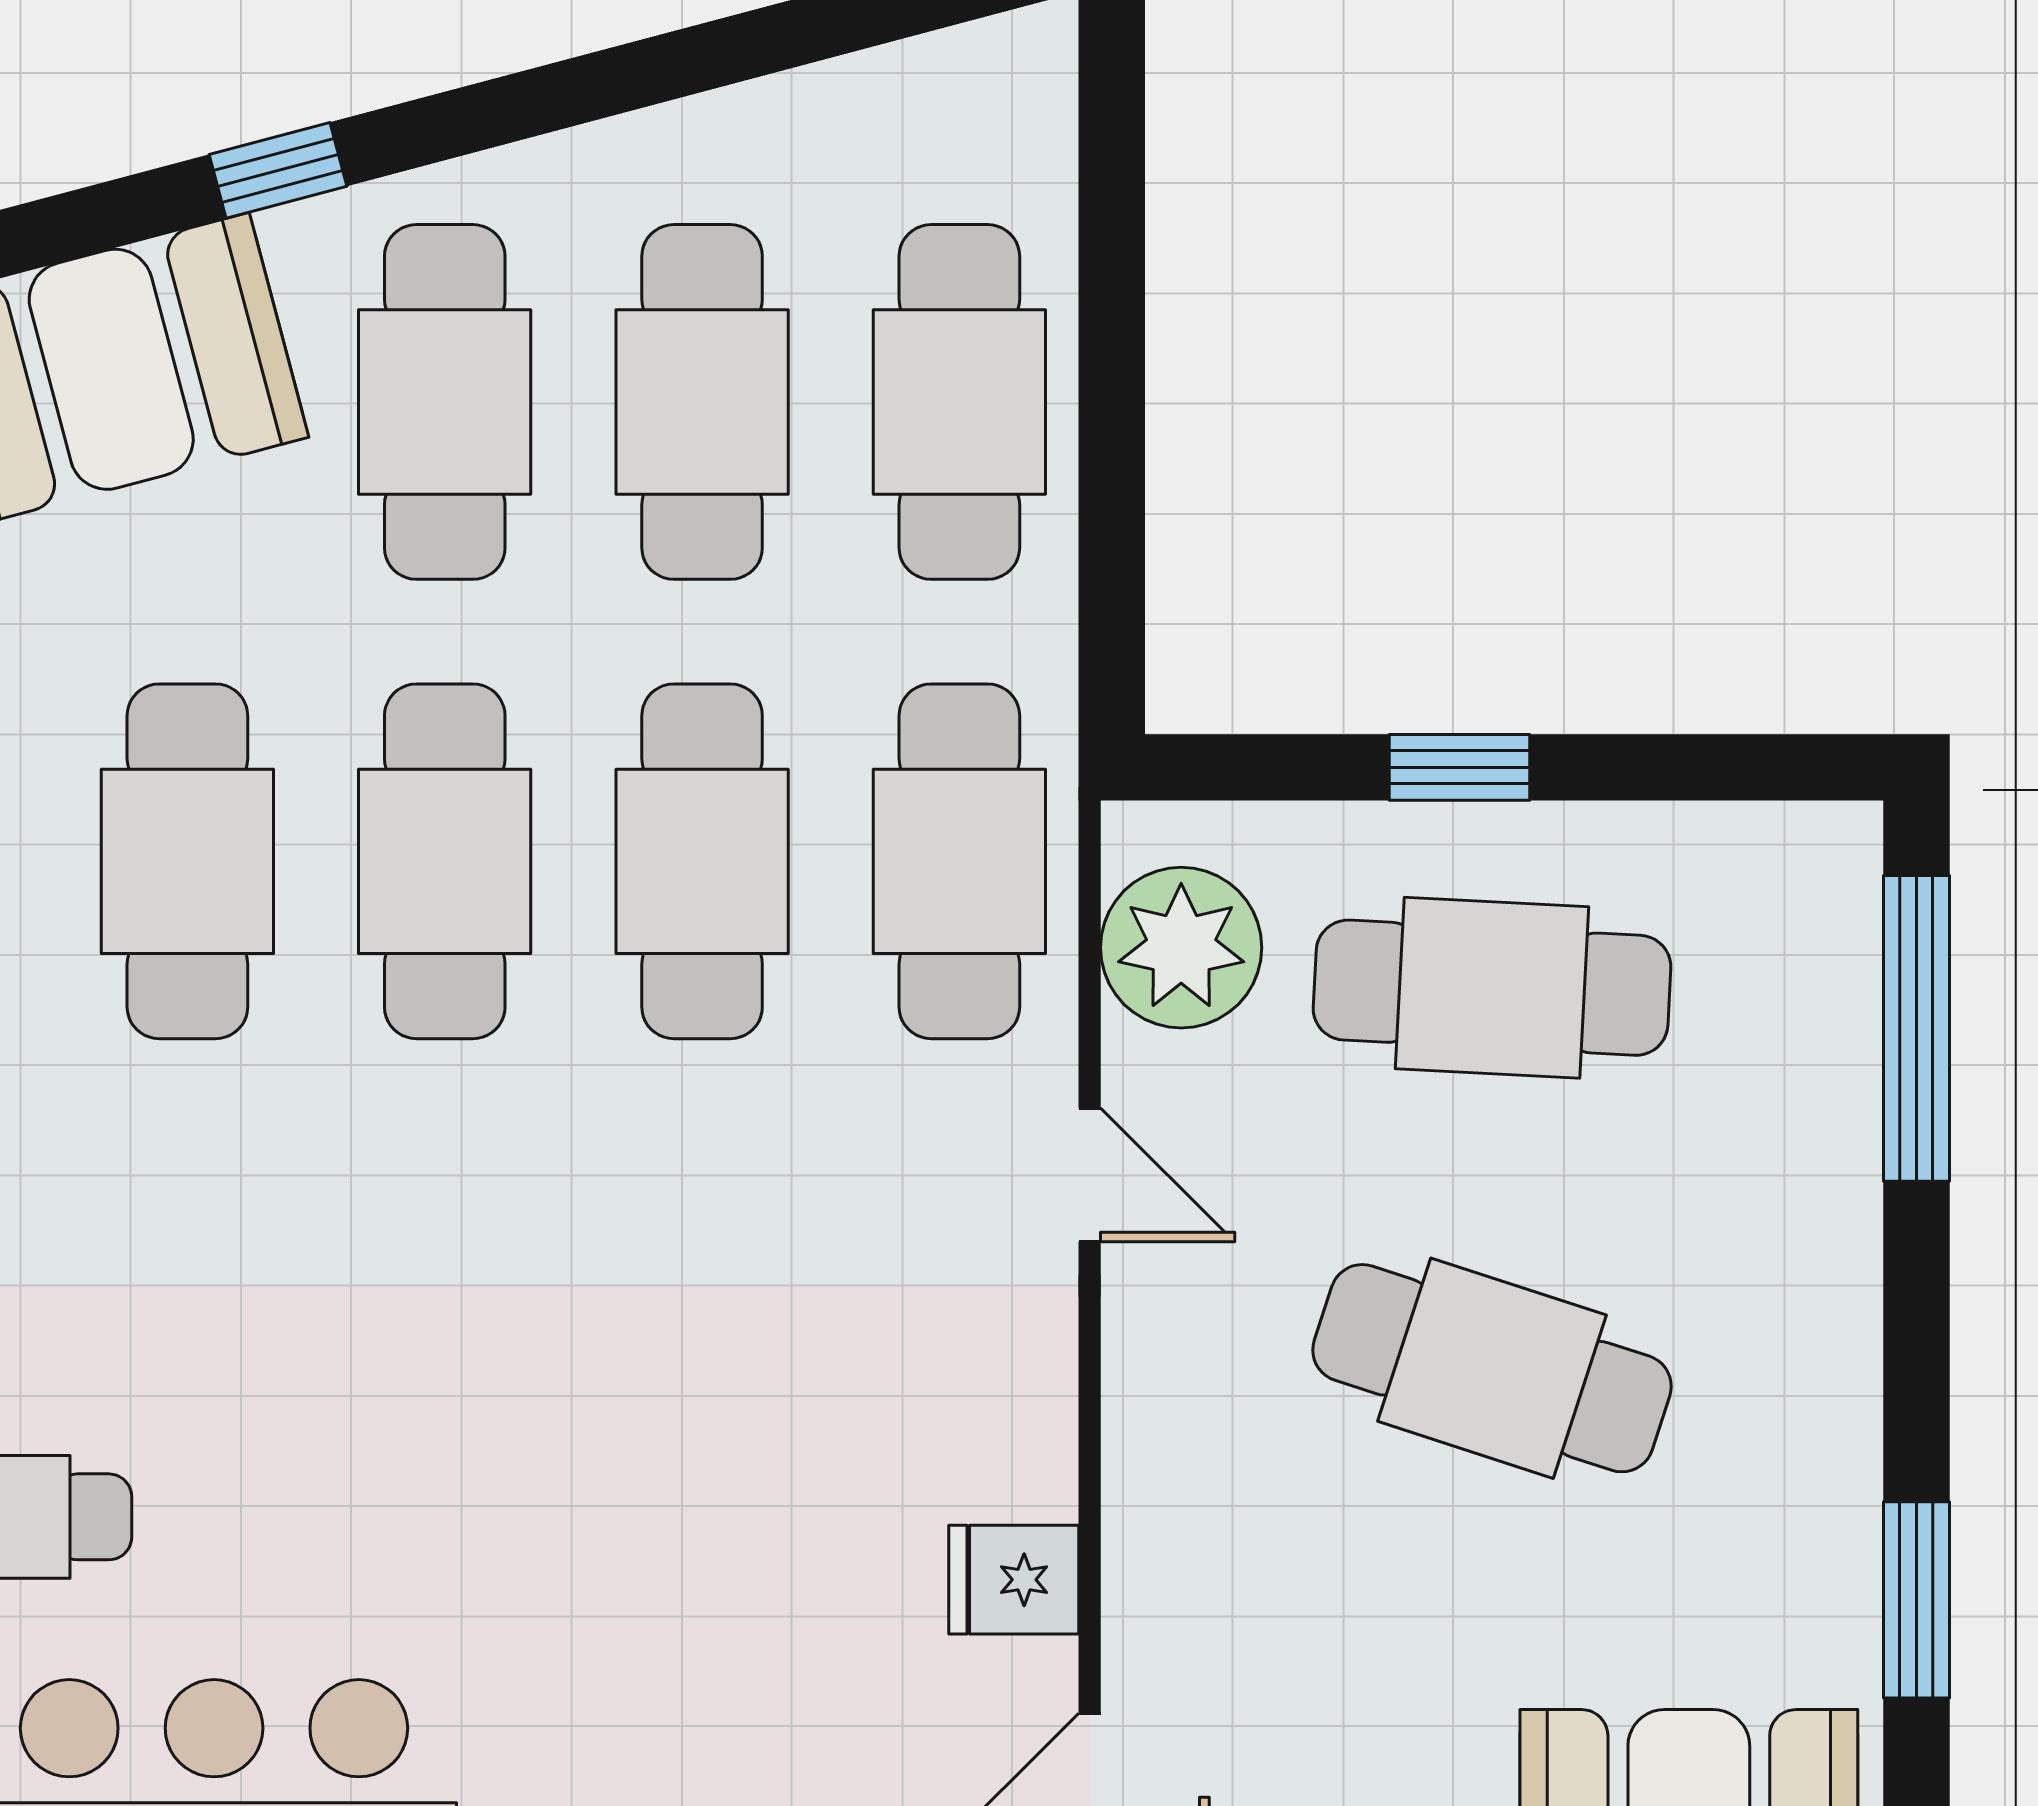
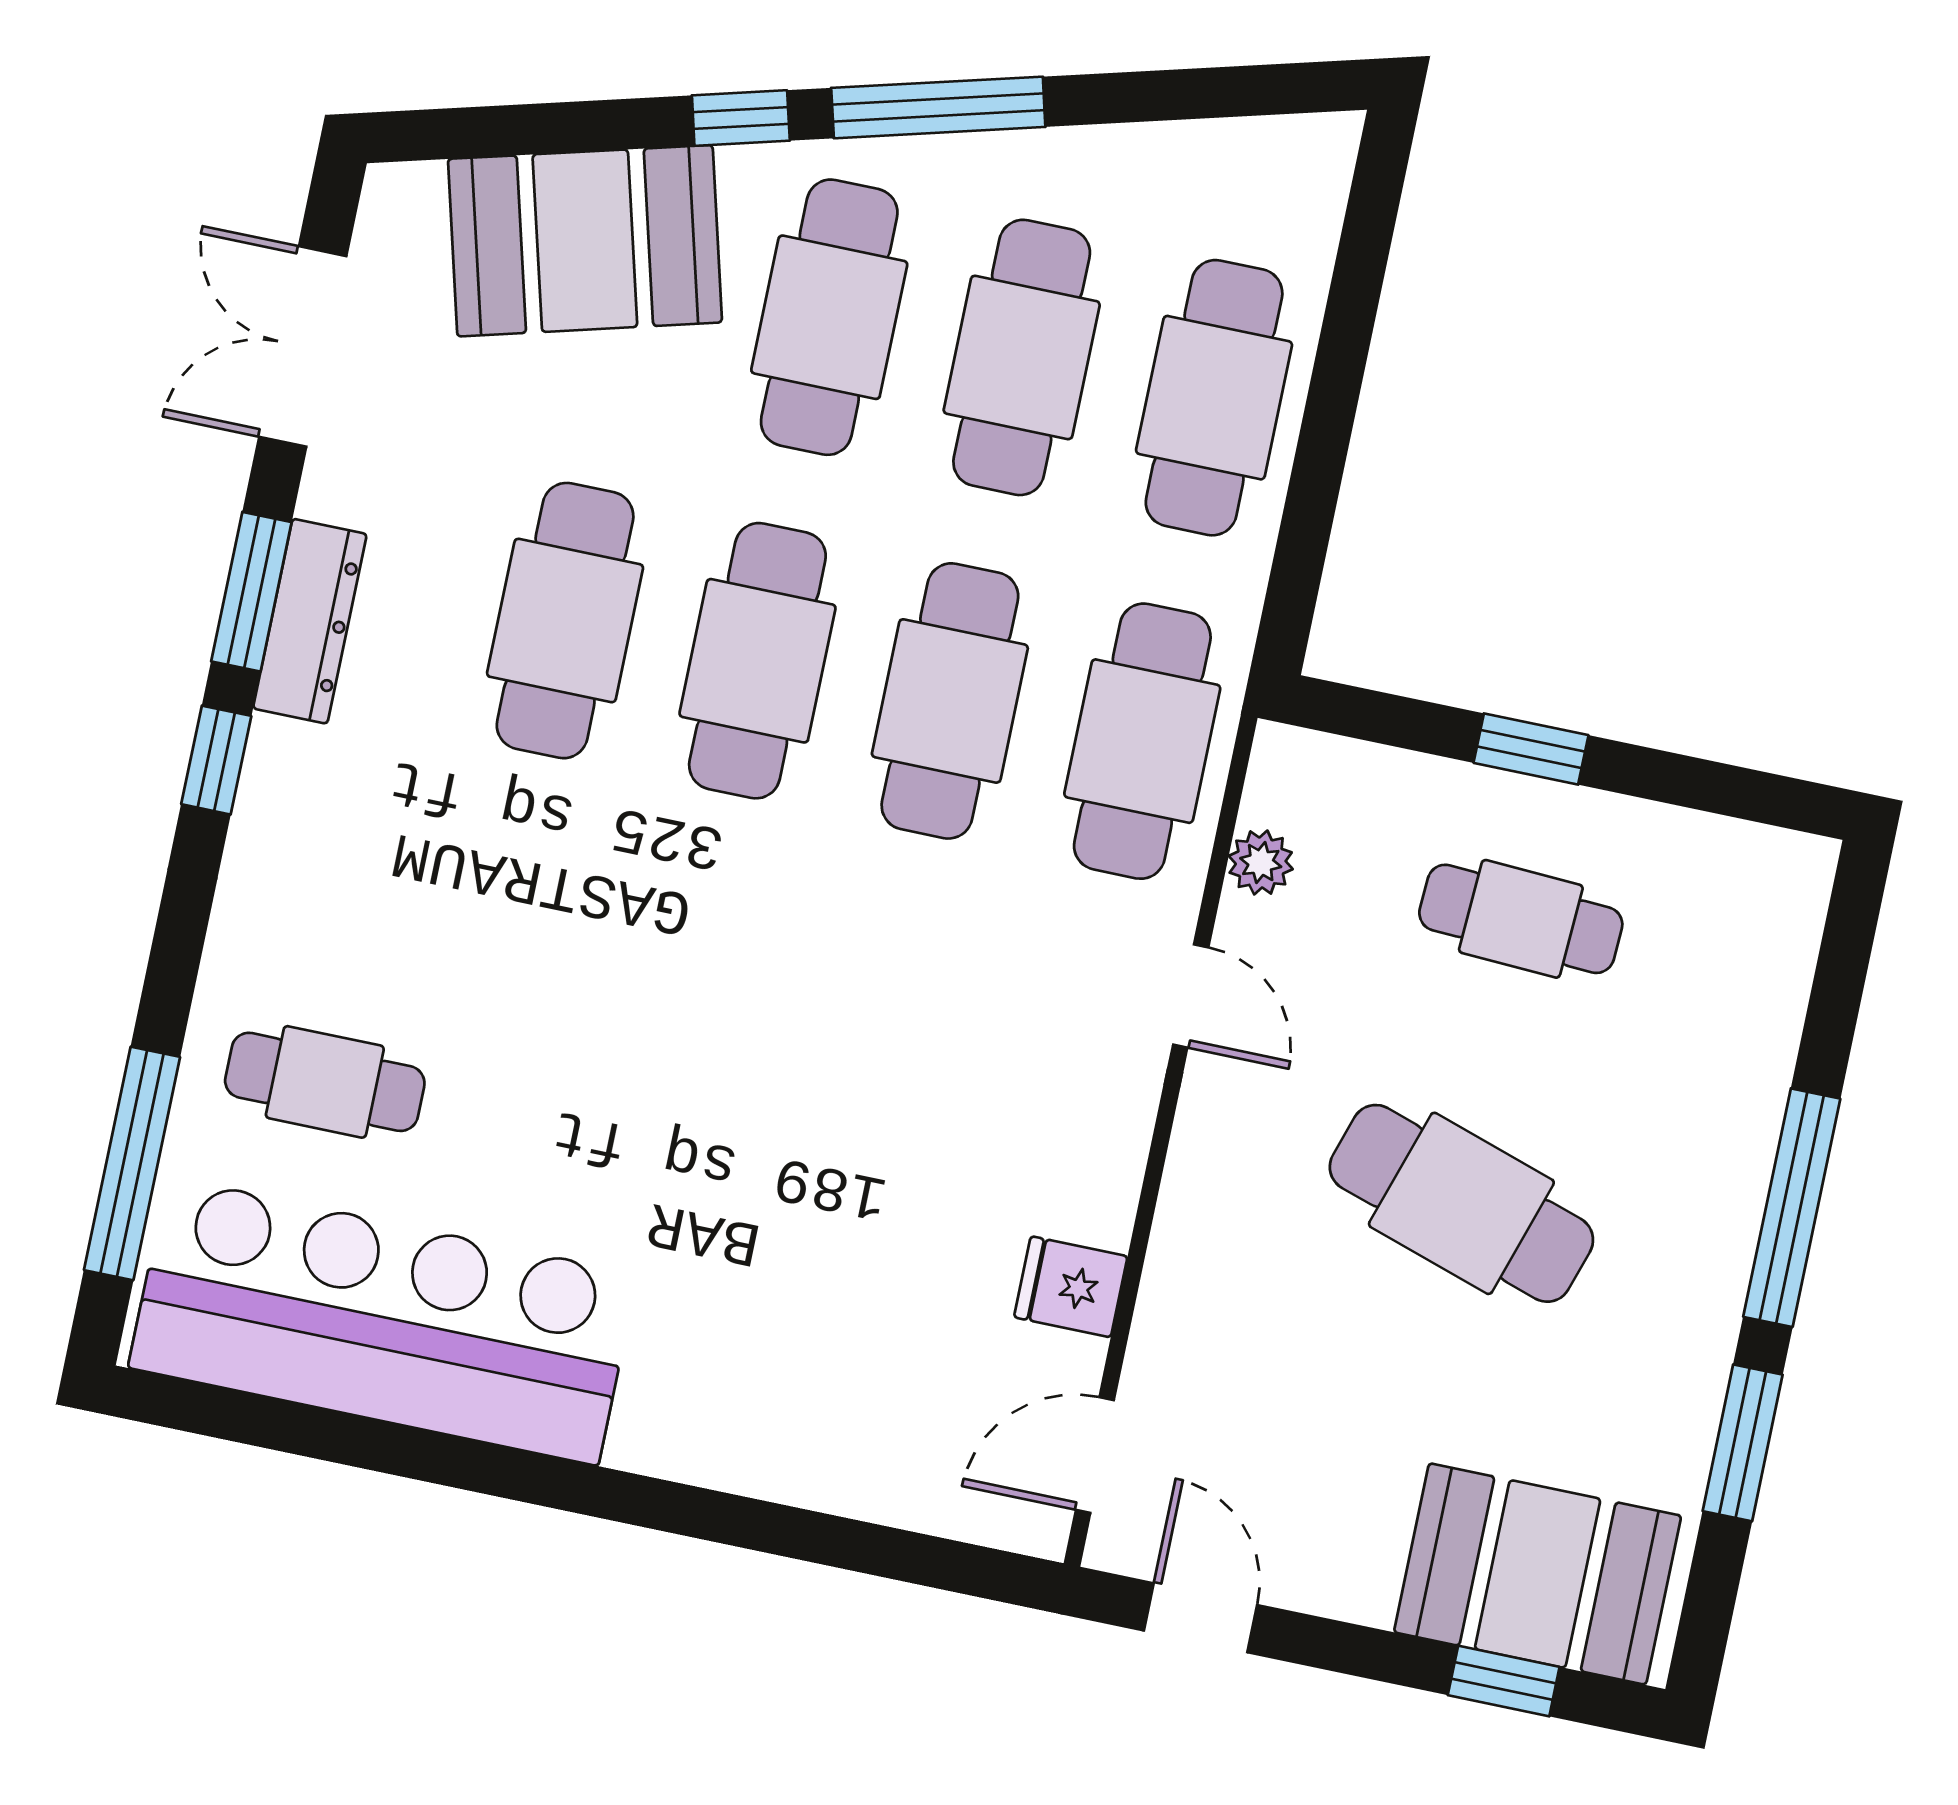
window: (528, 104) -> (938, 107), added
plant: (1181, 948) -> (1261, 863), width x0.53, depth x0.53
cafe table: (1492, 988) -> (1521, 919), width x0.73, depth x0.74
window: (1916, 1028) -> (1792, 1208), moved

